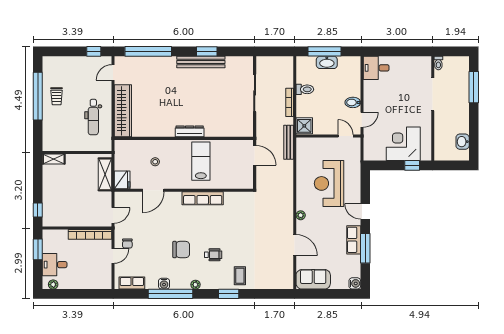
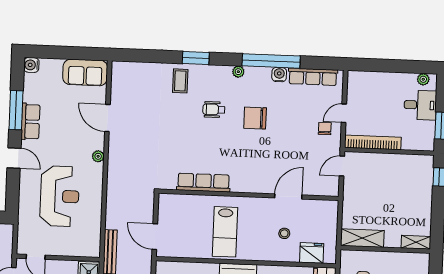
shelving: (105, 174) -> (362, 238), moved, turned 90
fridge: (122, 180) -> (312, 253), moved, turned 90
row of seats: (203, 198) -> (203, 183), moved
row of seats: (132, 283) -> (313, 77), width x1.48

